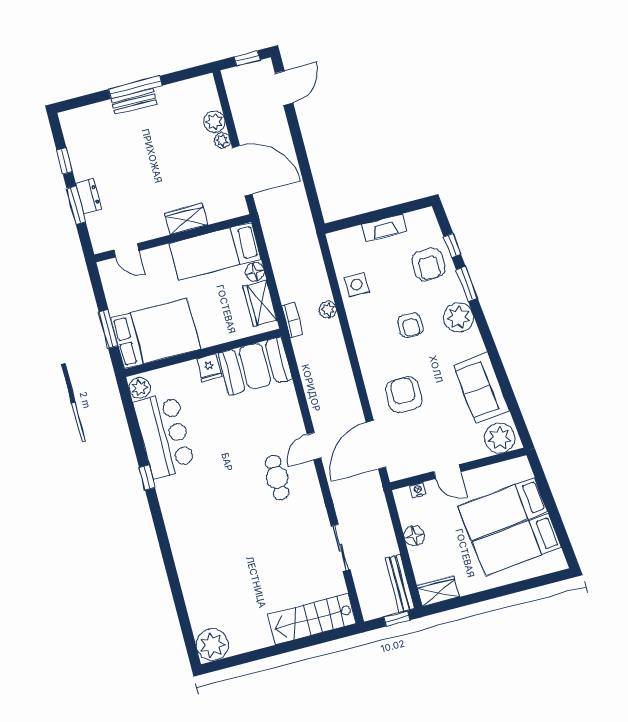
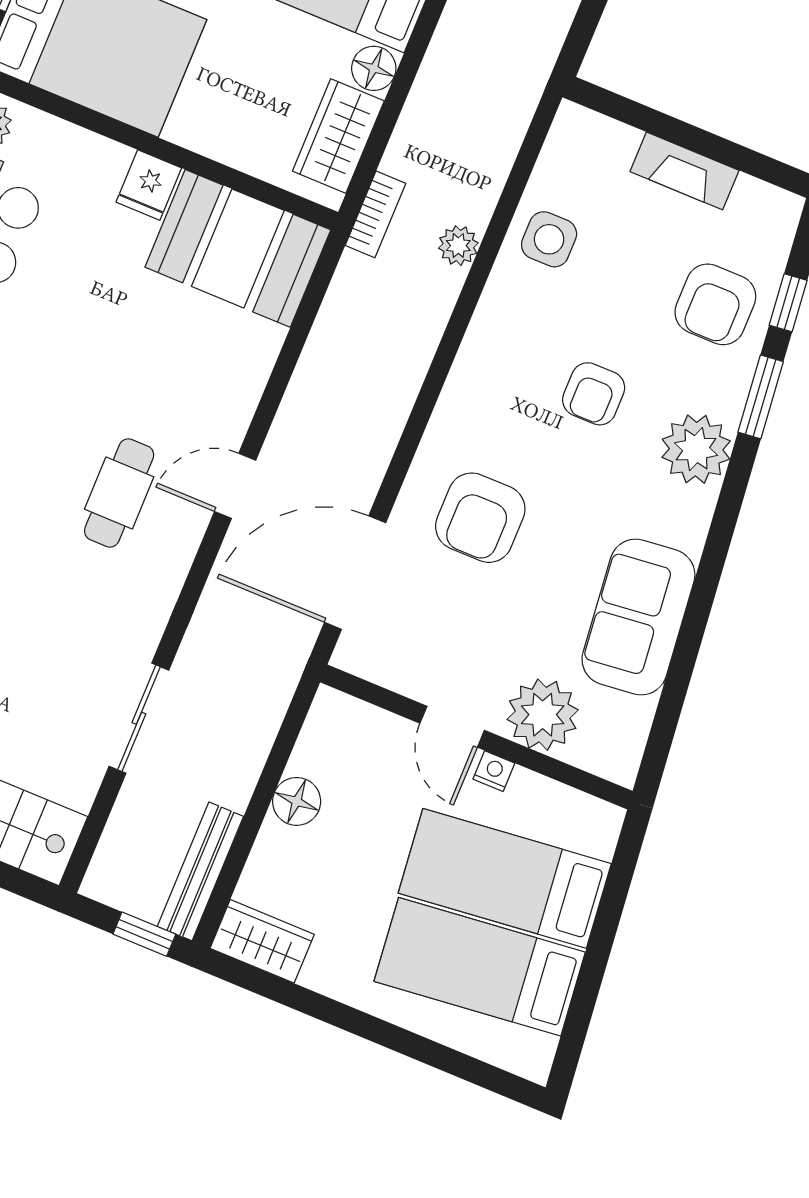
armchair: (404, 395) -> (480, 518), turned 180
plant: (500, 438) -> (543, 715), moved
nightstand: (418, 490) -> (494, 771), moved

